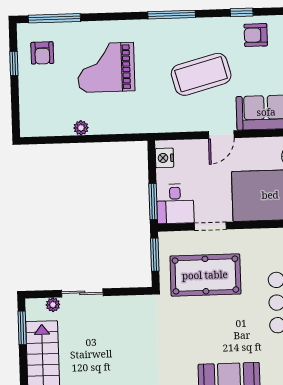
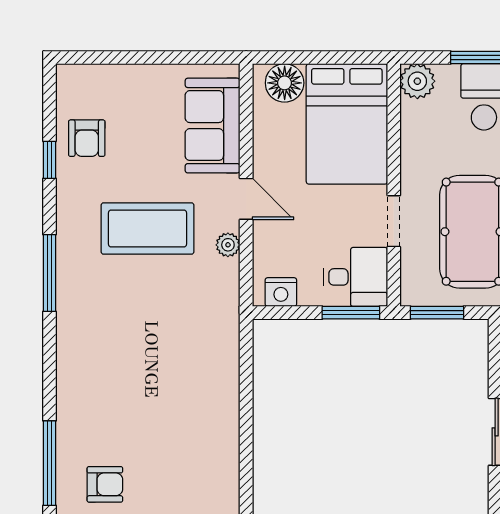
grand piano: (106, 67) -> (131, 382), removed
coffee table: (201, 74) -> (148, 229), turned -75
plant: (81, 128) -> (228, 245), moved

